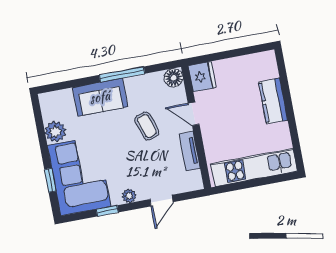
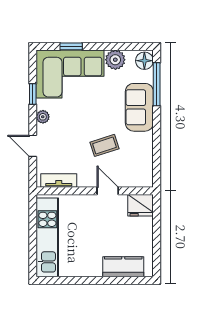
window: (122, 74) -> (157, 84), moved
floor lamp: (174, 78) -> (144, 61), moved
kitchen counter: (273, 101) -> (123, 267), moved
door: (194, 114) -> (108, 191), hinge flipped
tv unit: (190, 151) -> (59, 181), moved

